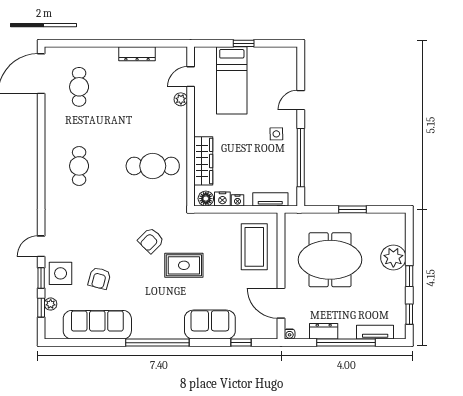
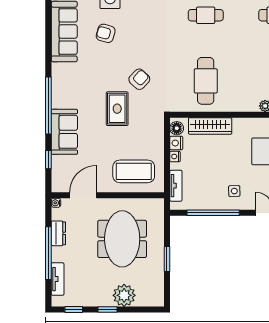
armchair: (151, 240) -> (139, 79), turned 88
window: (157, 343) -> (48, 105), moved

